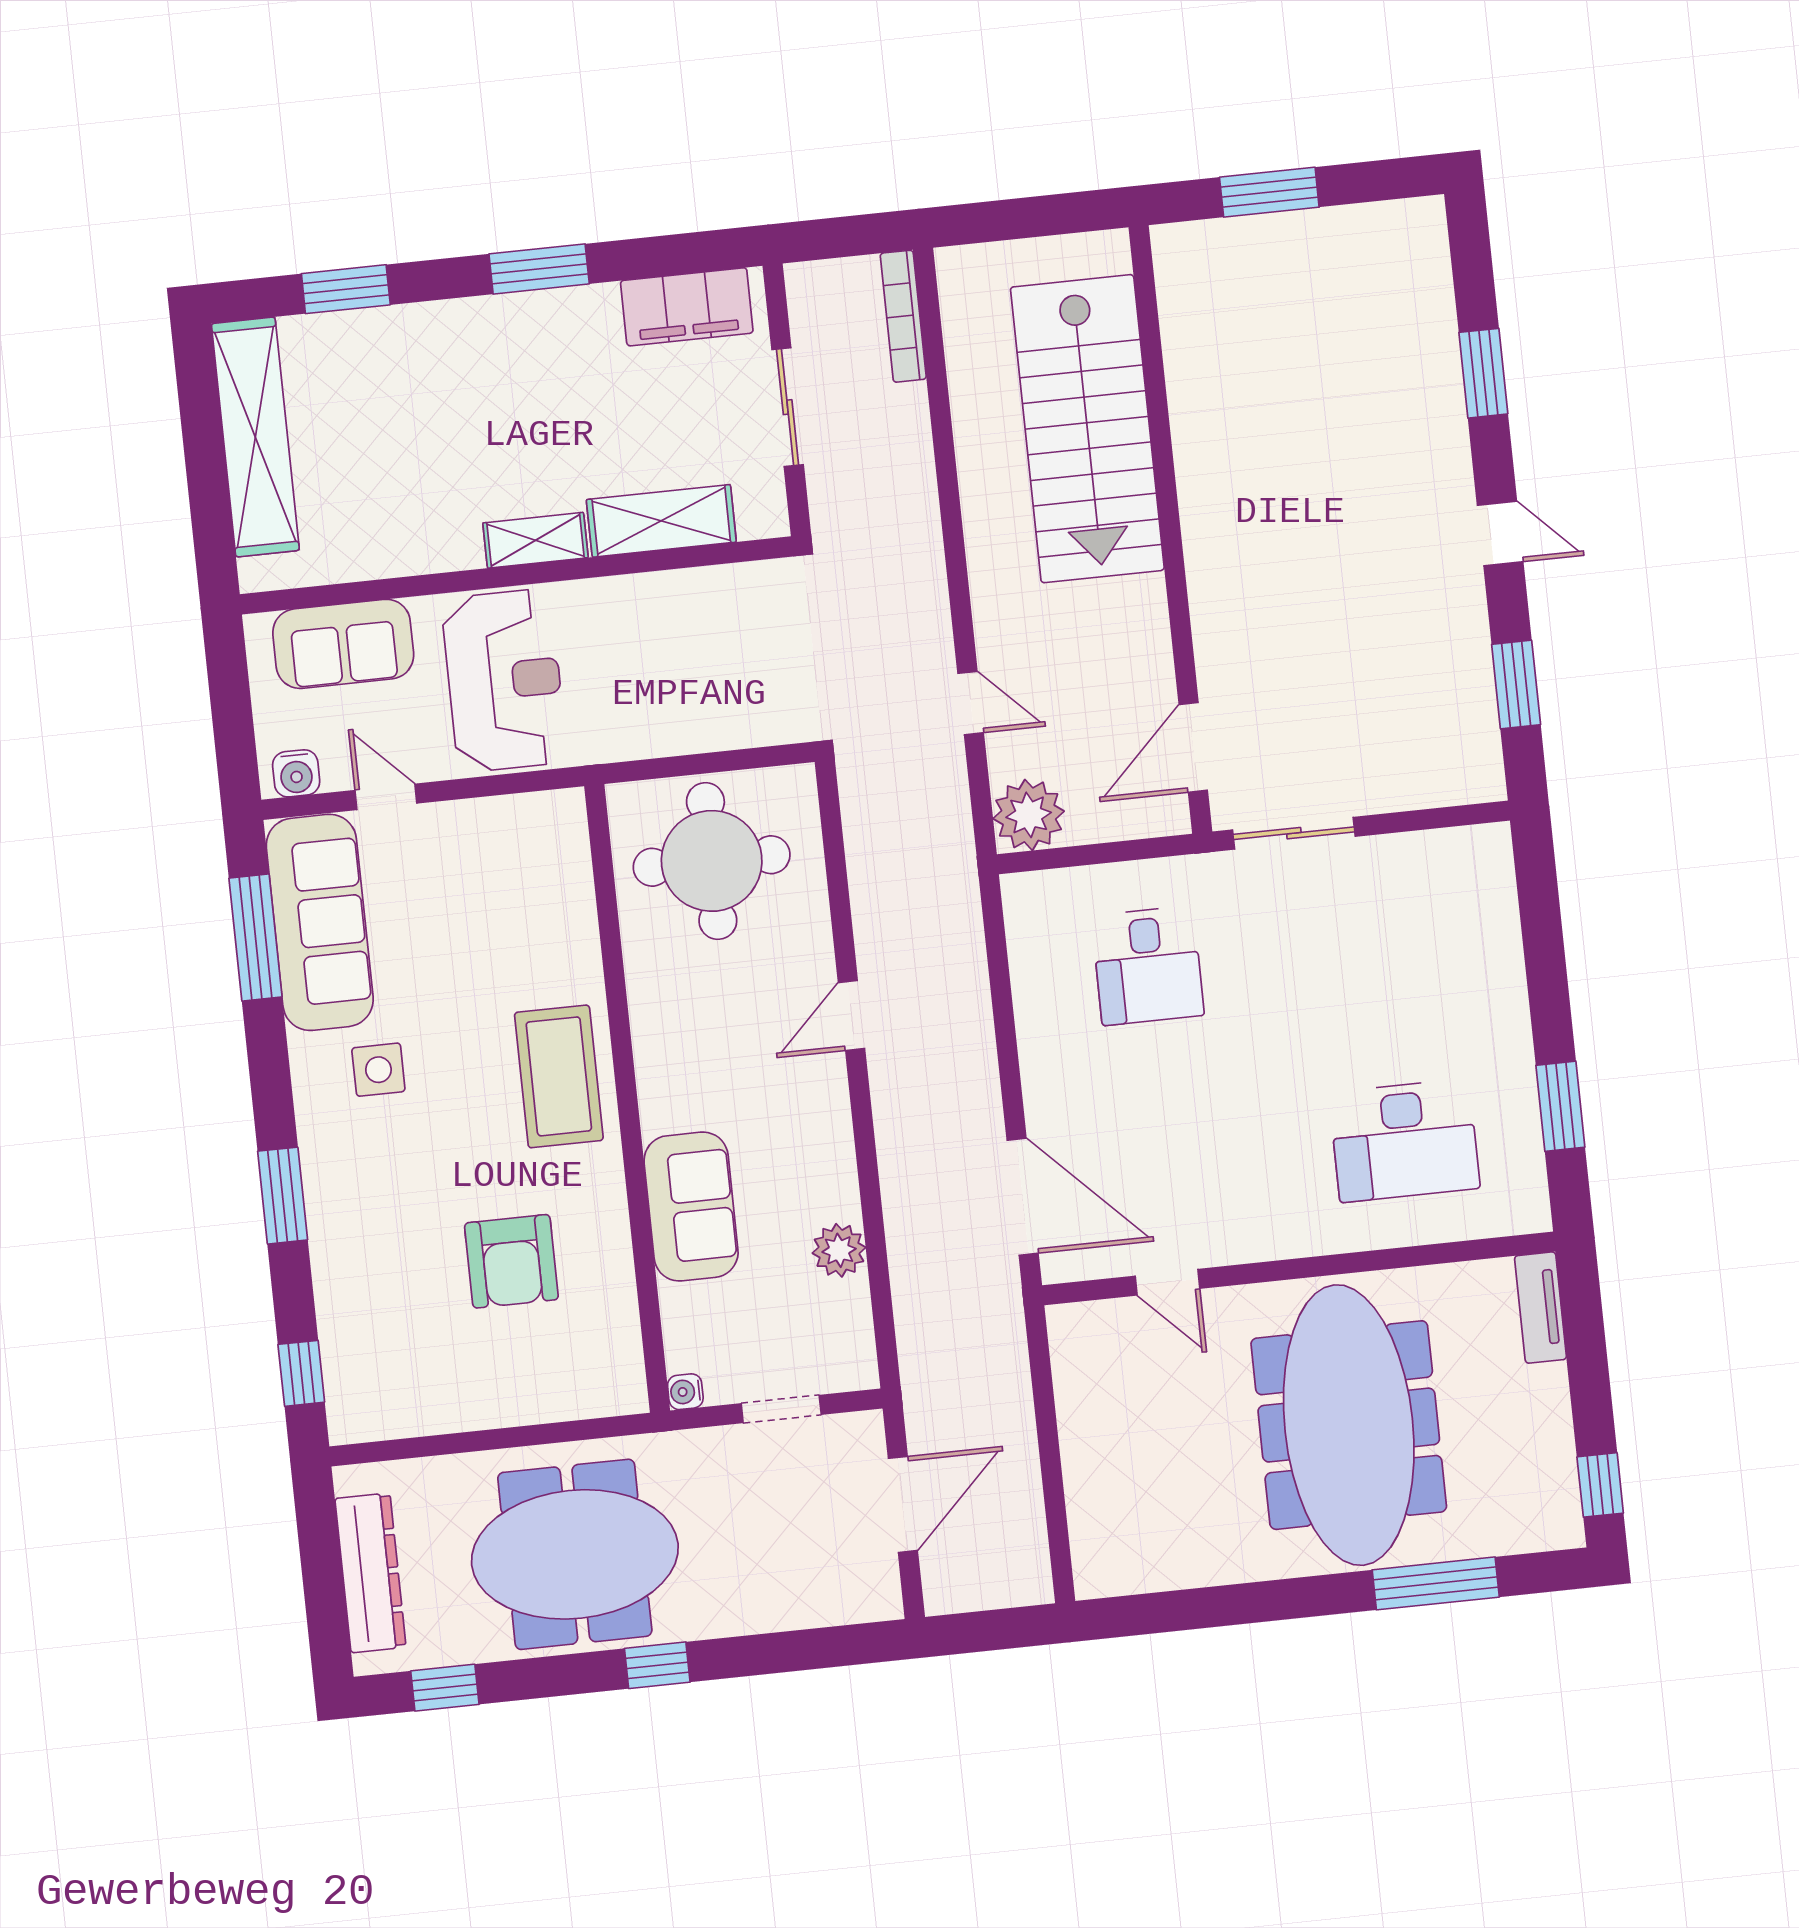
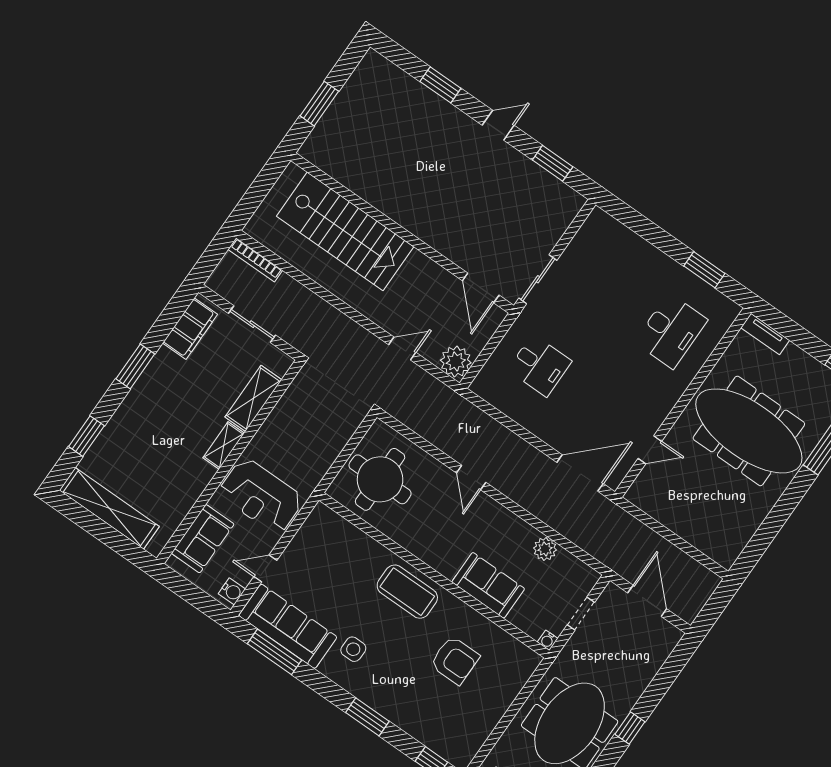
reception desk: (504, 680) -> (261, 496), turned 180

